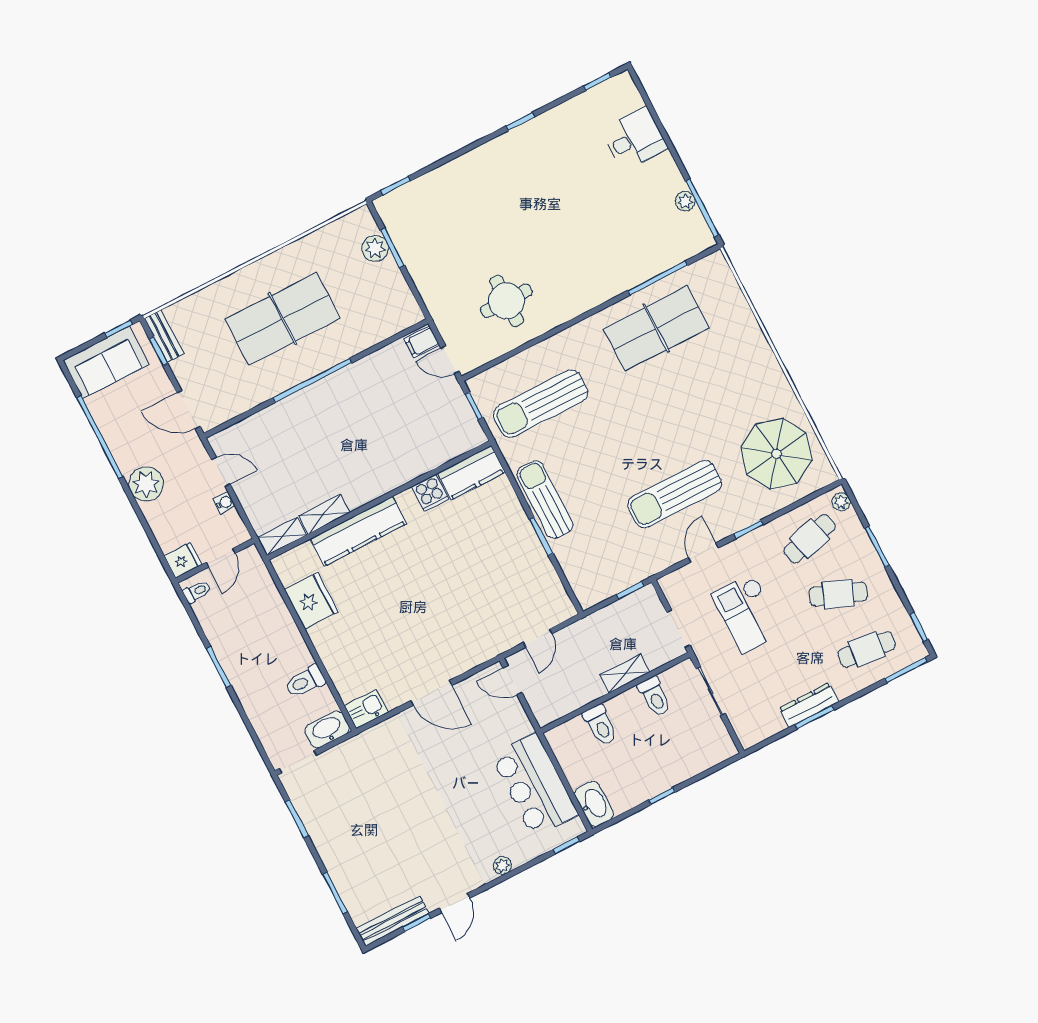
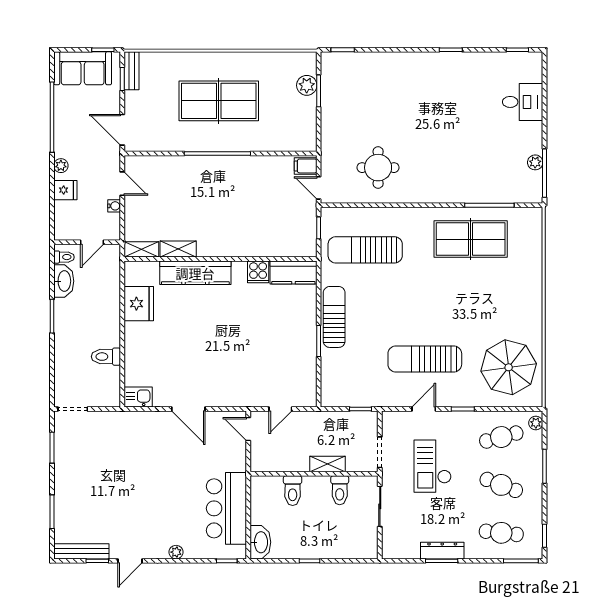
plant: (146, 484) -> (61, 166), width x0.53, depth x0.53
fridge: (183, 560) -> (65, 190), moved
washbasin: (327, 729) -> (64, 281), moved, turned 90

